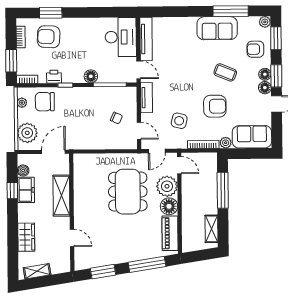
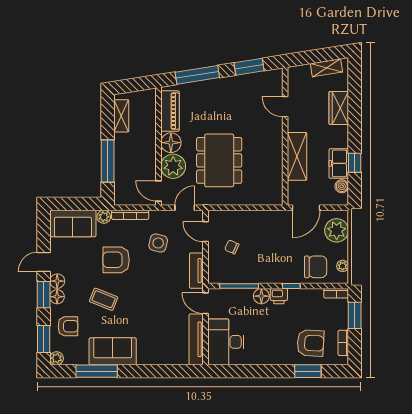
printer: (54, 77) -> (279, 296), moved

